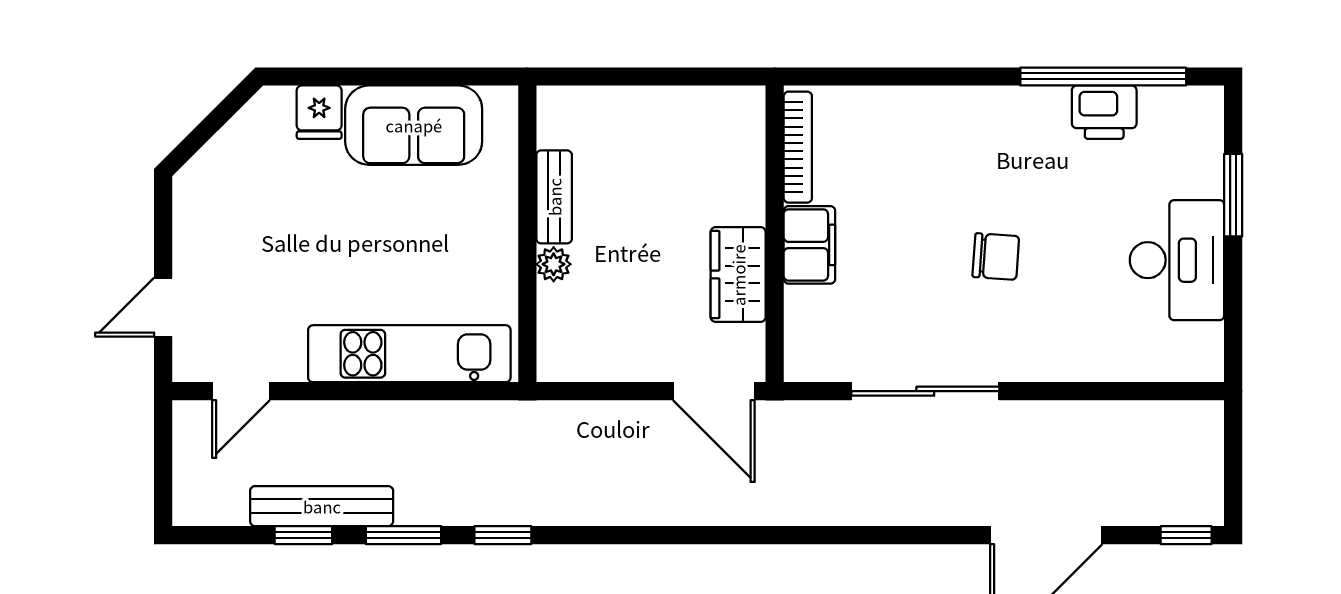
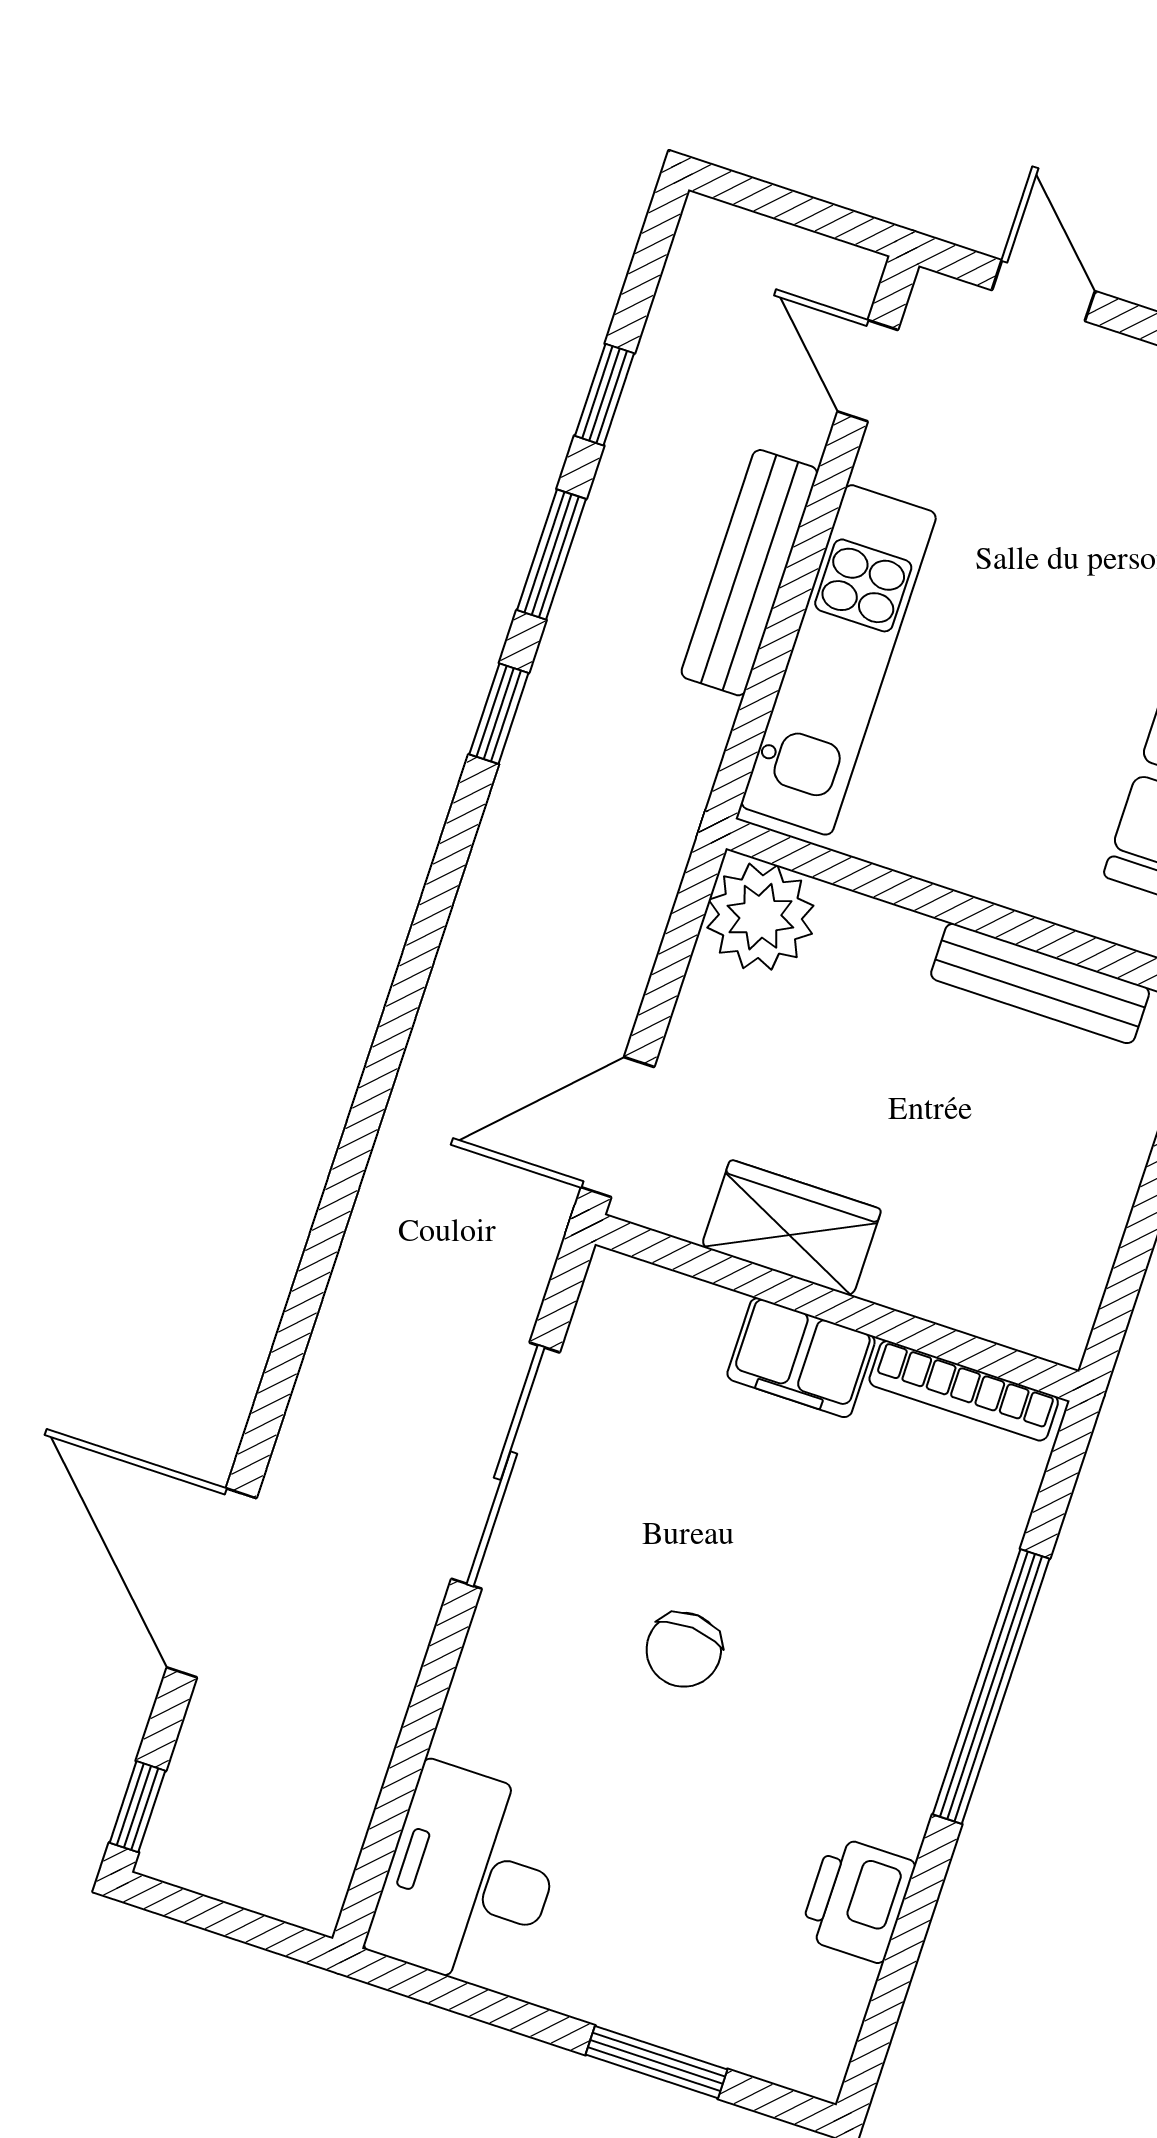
window: (1103, 76) -> (991, 1686), moved
bench: (554, 197) -> (1040, 983), width x1.36
desk: (1177, 260) -> (469, 1877), moved, turned 90
plant: (554, 264) -> (760, 917), moved, width x1.87, depth x1.87
bench: (322, 506) -> (749, 573), moved

